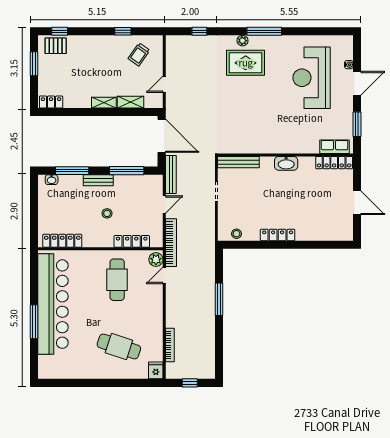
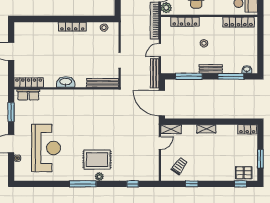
shelving: (130, 102) -> (171, 129), moved

